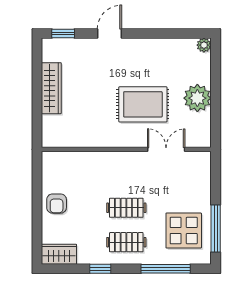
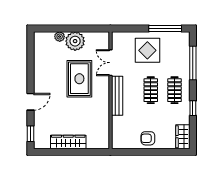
door: (109, 34) -> (31, 102), swing flipped
plant: (204, 45) -> (60, 37), moved
bench: (118, 159) -> (117, 96), added
armchair: (57, 204) -> (148, 138), turned 180
display table: (184, 231) -> (147, 50), moved

